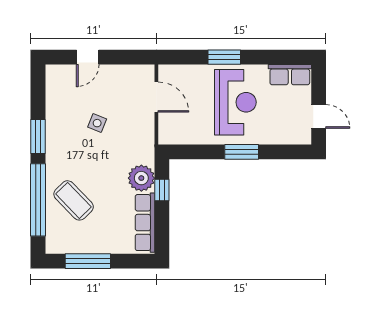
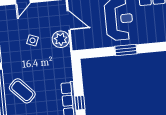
plant: (141, 178) -> (61, 39), moved
window: (162, 190) -> (80, 103), moved

